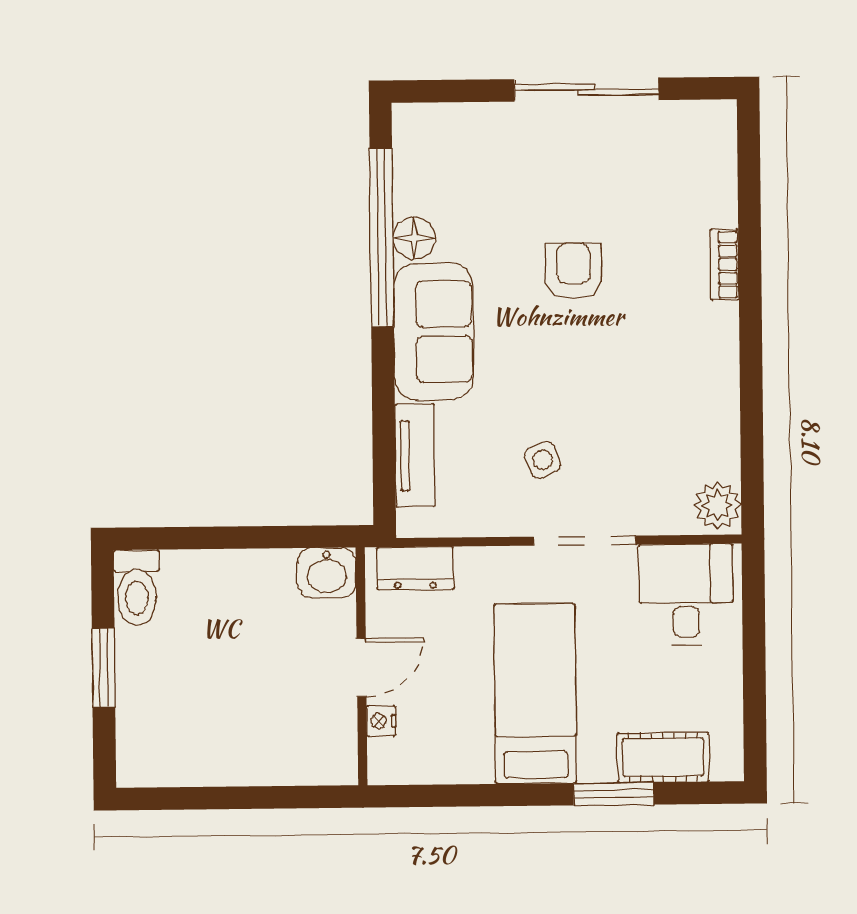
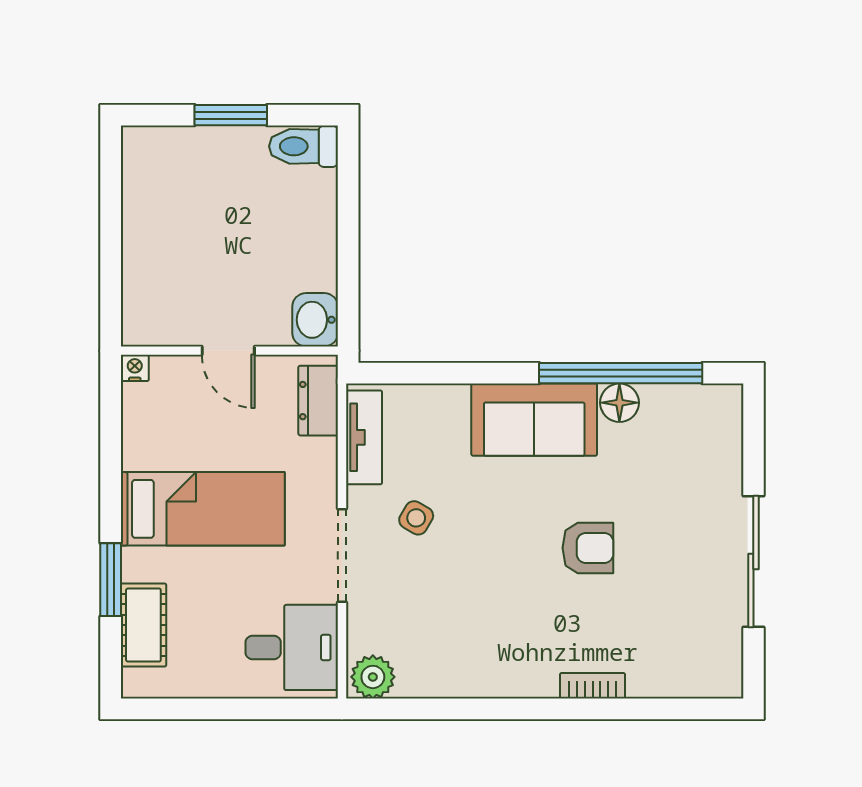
tv unit: (415, 456) -> (364, 437), moved, turned -90
side table: (543, 460) -> (416, 518), turned -37
nightstand: (381, 721) -> (135, 368), moved

